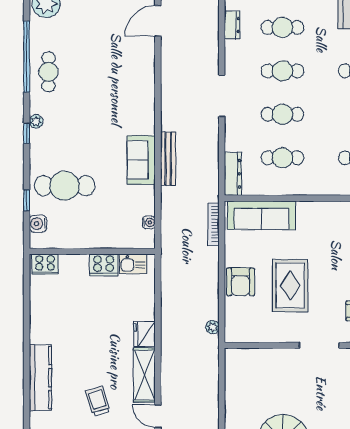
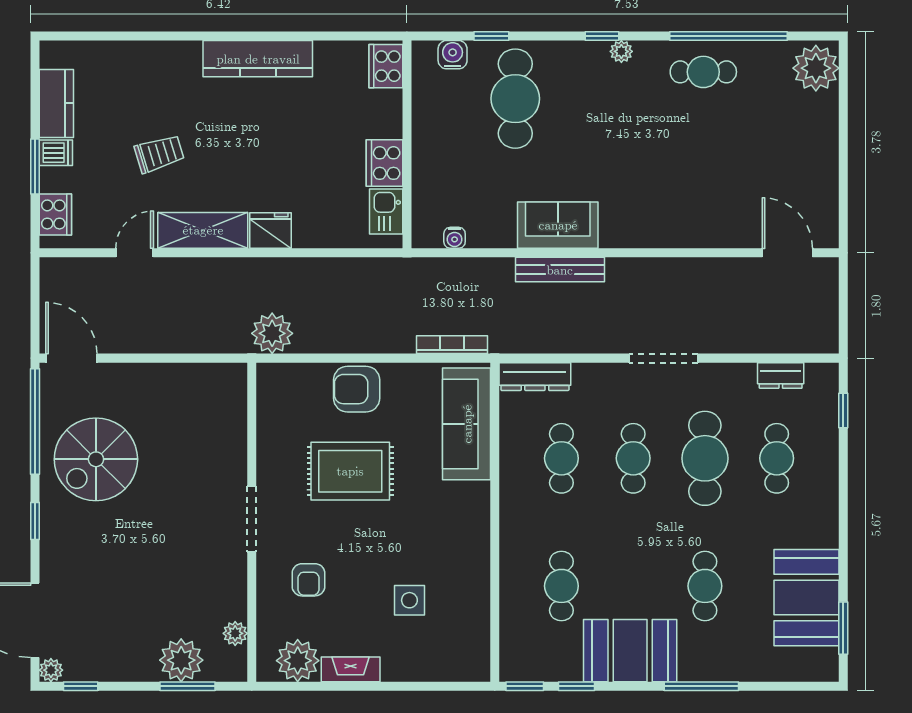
cafe table: (282, 71) -> (705, 458), width x1.37, depth x1.35
plant: (212, 327) -> (272, 333), width x1.88, depth x1.88
kitchen counter: (40, 378) -> (258, 59), moved

